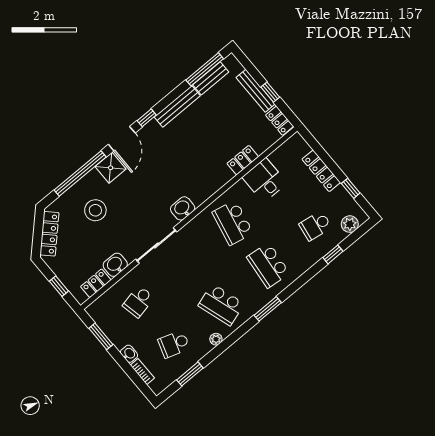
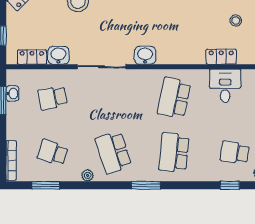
stool: (231, 123) -> (236, 21), added
washbasin: (129, 354) -> (12, 93), moved
bookcase: (142, 372) -> (11, 161), width x1.56

